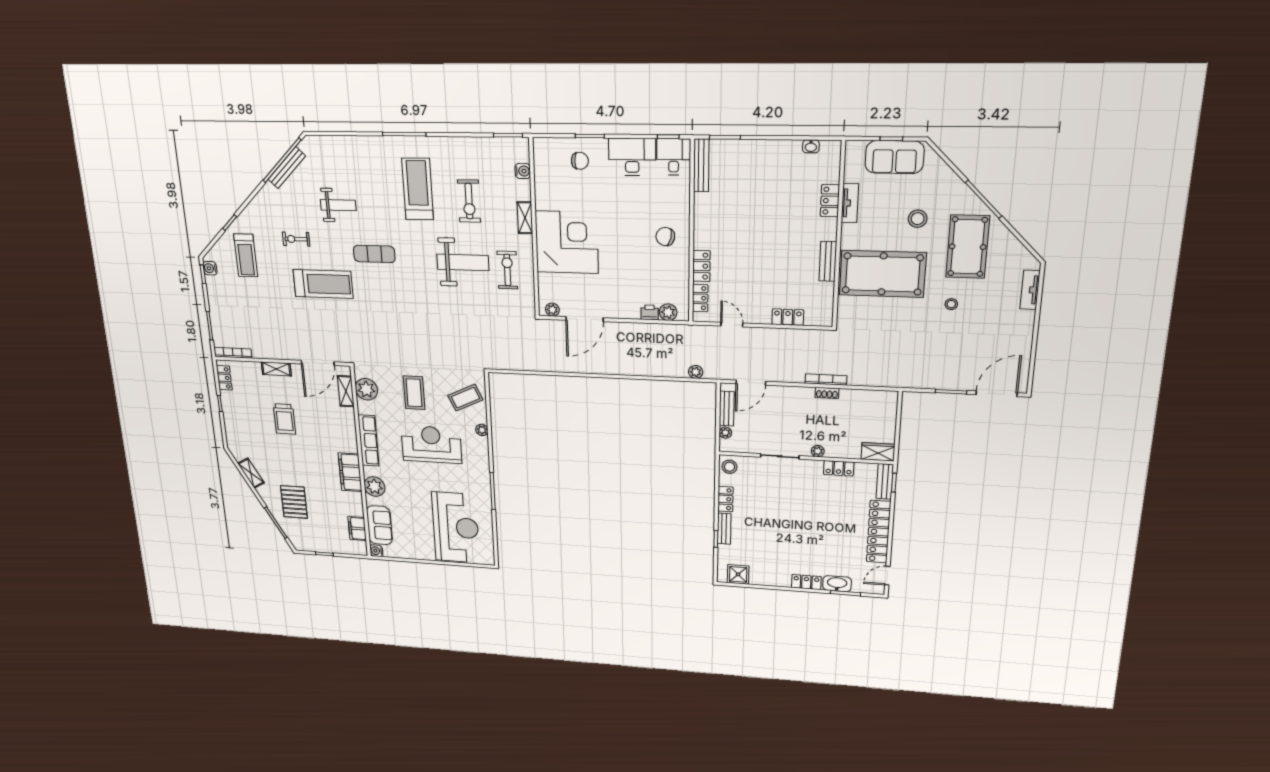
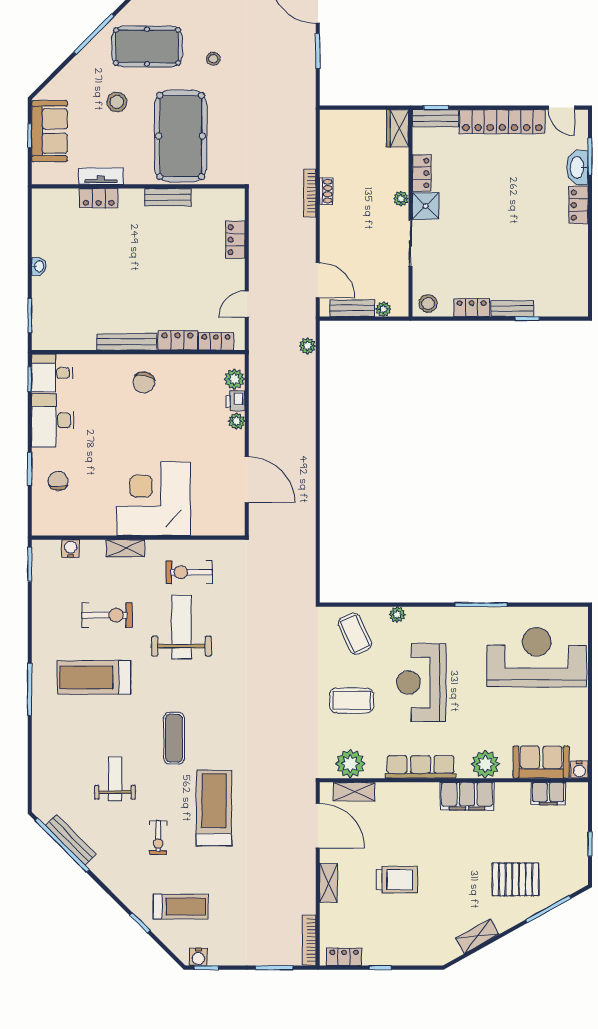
washbasin: (811, 146) -> (39, 266), moved
bench: (701, 165) -> (127, 342), moved
plant: (552, 310) -> (236, 421), moved
shower: (738, 574) -> (426, 206), moved

